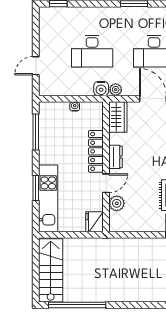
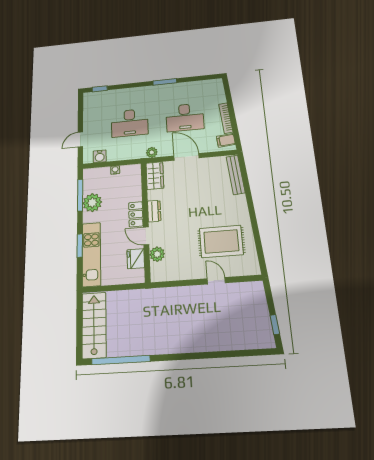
water cooler: (101, 89) -> (100, 156), moved
plant: (49, 142) -> (92, 203), added
locker: (96, 151) -> (136, 214), width x0.66
door: (106, 183) -> (146, 236), swing flipped
fridge: (94, 222) -> (136, 259), moved

